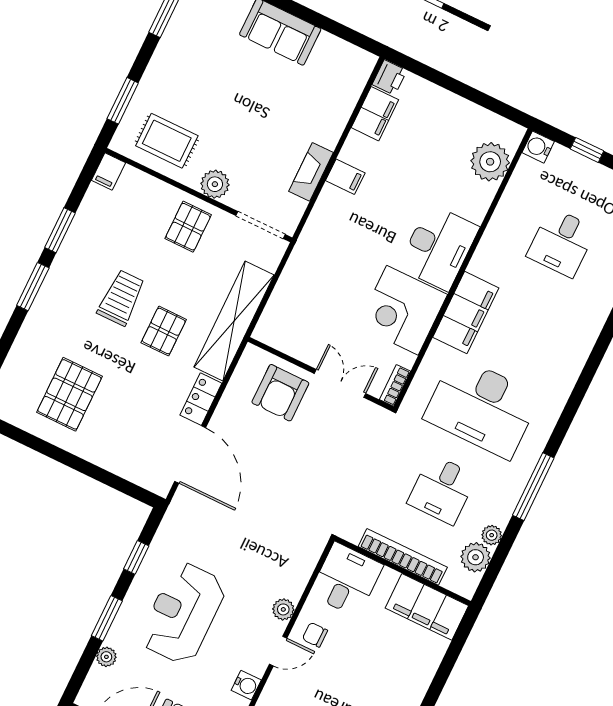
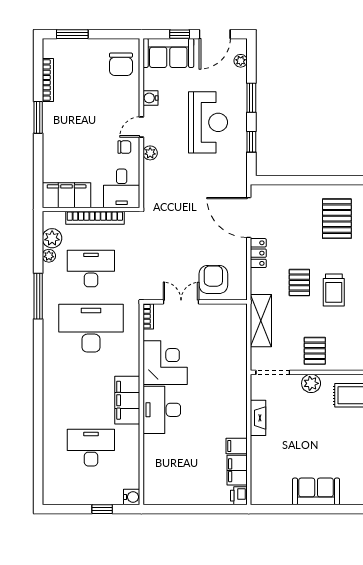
plant: (490, 162) -> (156, 475), removed
filing cabinet: (345, 177) -> (237, 446), moved
desk: (561, 242) -> (91, 448), width x1.37
filing cabinet: (466, 313) -> (127, 400), moved
shelving: (234, 321) -> (261, 321), width x0.68
double door: (340, 383) -> (181, 302), swing flipped
desk: (442, 489) -> (91, 269), width x1.37
plant: (106, 657) -> (241, 61), moved

